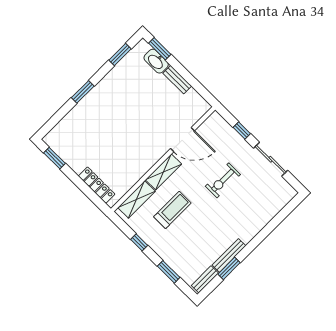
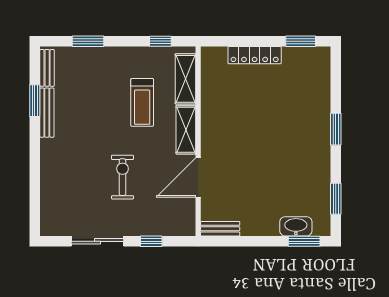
bench: (177, 80) -> (220, 229), moved
locker: (97, 185) -> (255, 55), moved
window: (139, 242) -> (160, 41), moved

